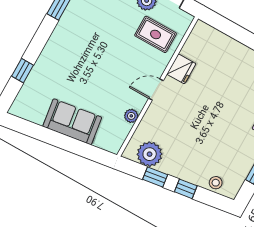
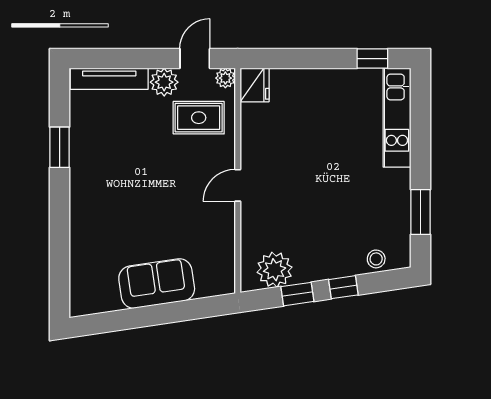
fridge: (181, 69) -> (255, 85), moved
window: (22, 71) -> (60, 255), removed
plant: (131, 116) -> (225, 78), moved

